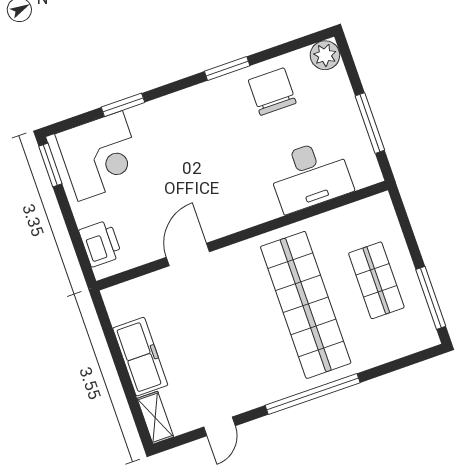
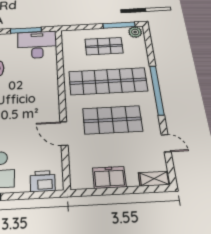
desk: (310, 175) -> (37, 45), moved, turned -90
shop shelf: (235, 330) -> (112, 120), added
plant: (424, 332) -> (135, 32), added
freezer: (140, 357) -> (109, 177), width x0.71

